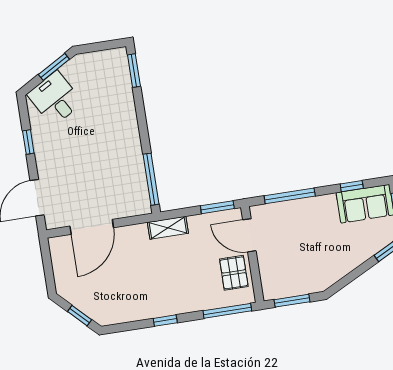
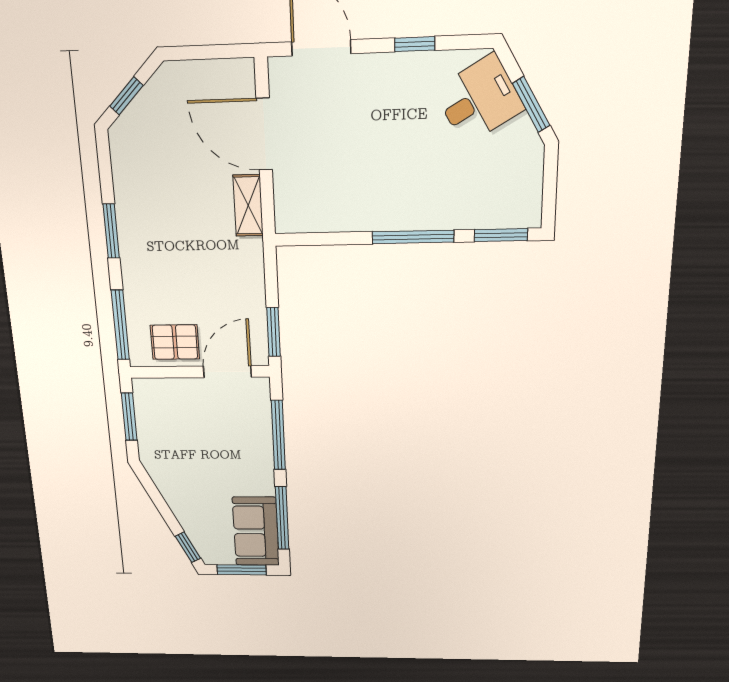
window: (151, 179) -> (413, 237), moved
window: (352, 186) -> (282, 518), width x2.17
shelving: (168, 228) -> (248, 205), moved
window: (165, 321) -> (111, 231), width x1.50

